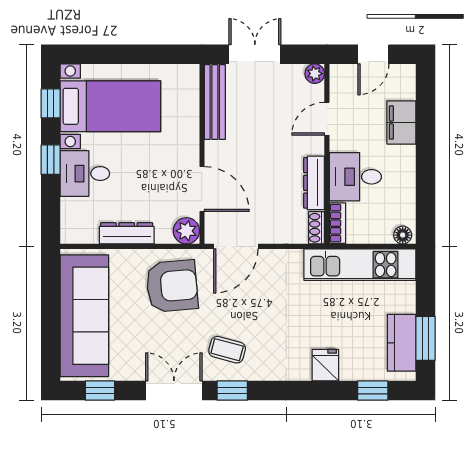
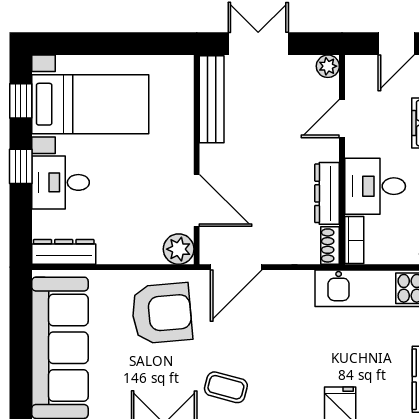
dresser: (127, 233) -> (64, 252), moved

